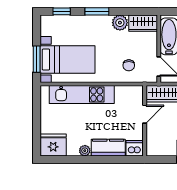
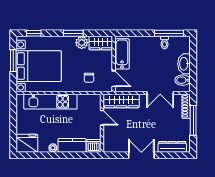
window: (97, 11) -> (73, 33), moved
window: (37, 59) -> (13, 61), moved
bed with nightstands: (68, 60) -> (39, 66), width x1.36
door: (145, 114) -> (102, 118), hinge flipped

